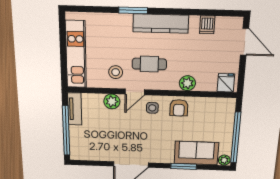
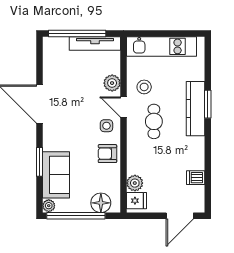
kitchen counter: (161, 24) -> (195, 109), moved
plant: (187, 83) -> (135, 183), moved
tv unit: (75, 109) -> (95, 44), width x1.41
floor lamp: (225, 115) -> (101, 203), added

